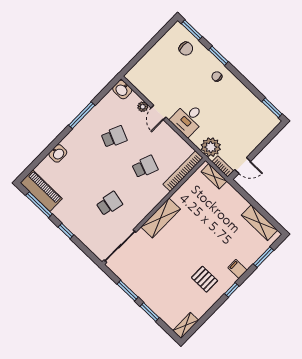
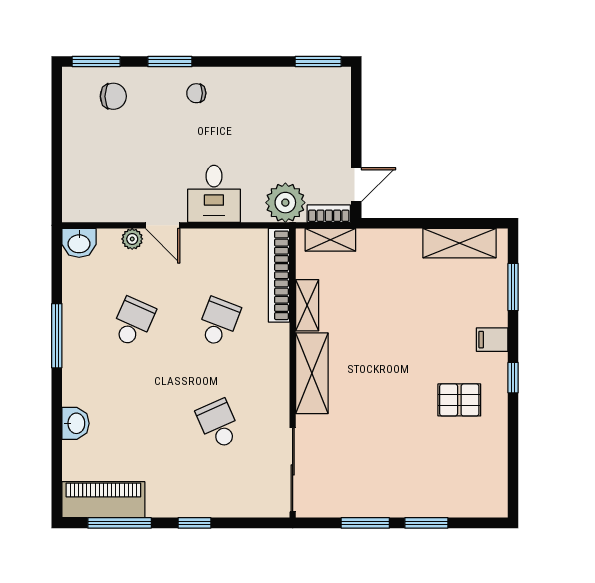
school desk: (109, 204) -> (219, 424), turned -36
shelving: (186, 325) -> (307, 305), moved

